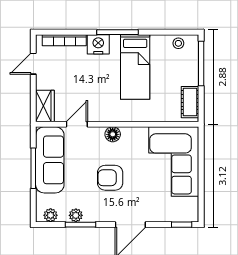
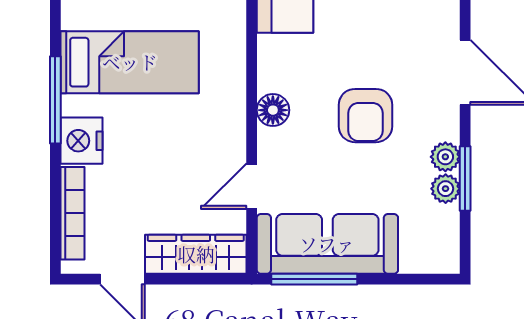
wardrobe: (45, 106) -> (196, 254), width x1.50
door: (77, 124) -> (252, 186), hinge flipped
window: (33, 168) -> (314, 279), moved
plant: (51, 215) -> (445, 157), moved

